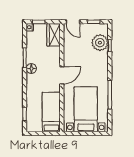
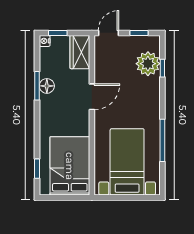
door: (73, 22) -> (108, 33), swing flipped
floor lamp: (31, 69) -> (47, 86), moved
door: (62, 75) -> (92, 97), moved
bed: (51, 112) -> (70, 166), width x1.50

